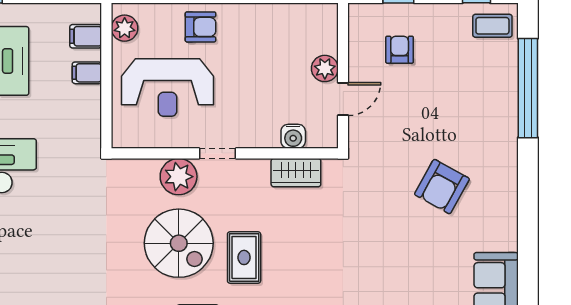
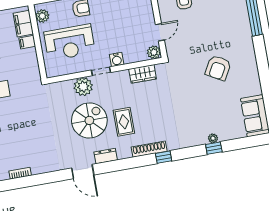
filing cabinet: (86, 36) -> (23, 24), width x2.00
plant: (325, 68) -> (154, 52), moved
water cooler: (293, 136) -> (117, 60), moved
spiral stairs: (179, 243) -> (89, 120), turned -90

